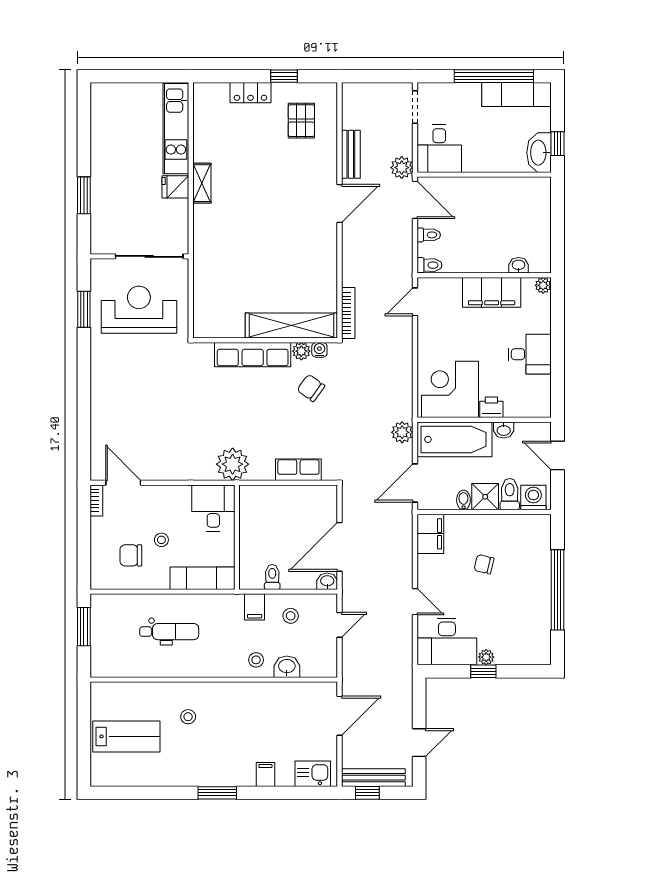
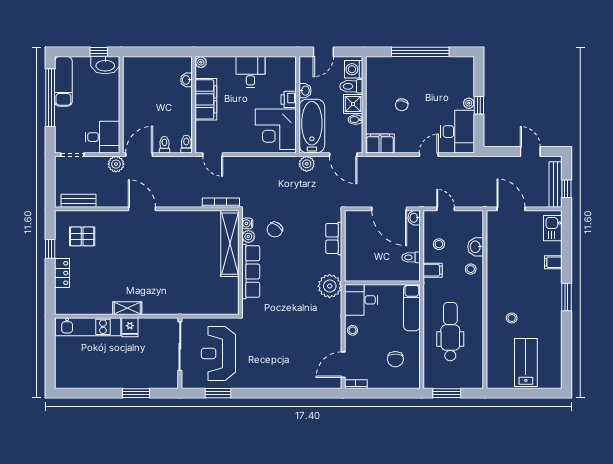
bench: (351, 154) -> (79, 201), moved
stool: (161, 540) -> (353, 330), moved
dental chair: (169, 632) -> (450, 332), width x1.36, depth x1.38

